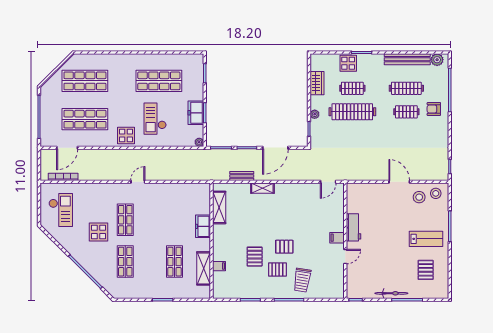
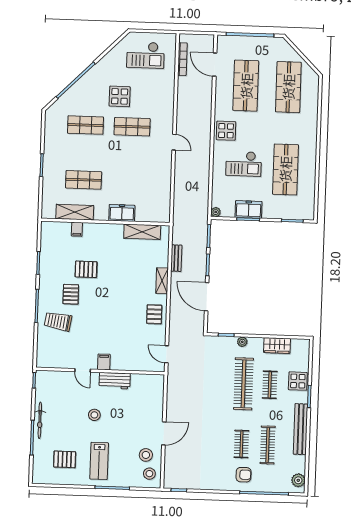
bench: (407, 59) -> (301, 429), moved
armchair: (434, 109) -> (244, 475), turned 90
checkout: (155, 119) -> (244, 164), turned 180
stool: (385, 245) -> (94, 415), added
pallet: (284, 247) -> (154, 314), moved

